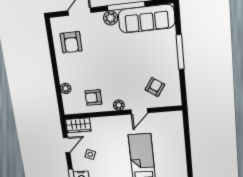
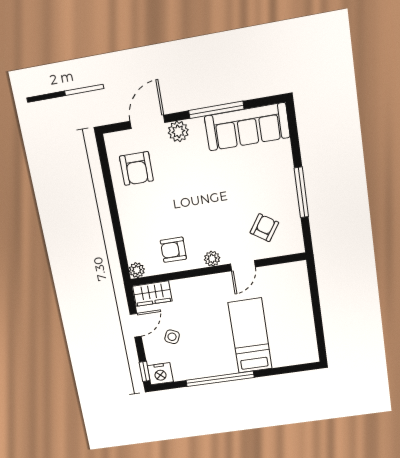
plant: (111, 18) -> (178, 131), moved
window: (180, 52) -> (301, 192), moved
plant: (66, 88) -> (137, 270), moved

